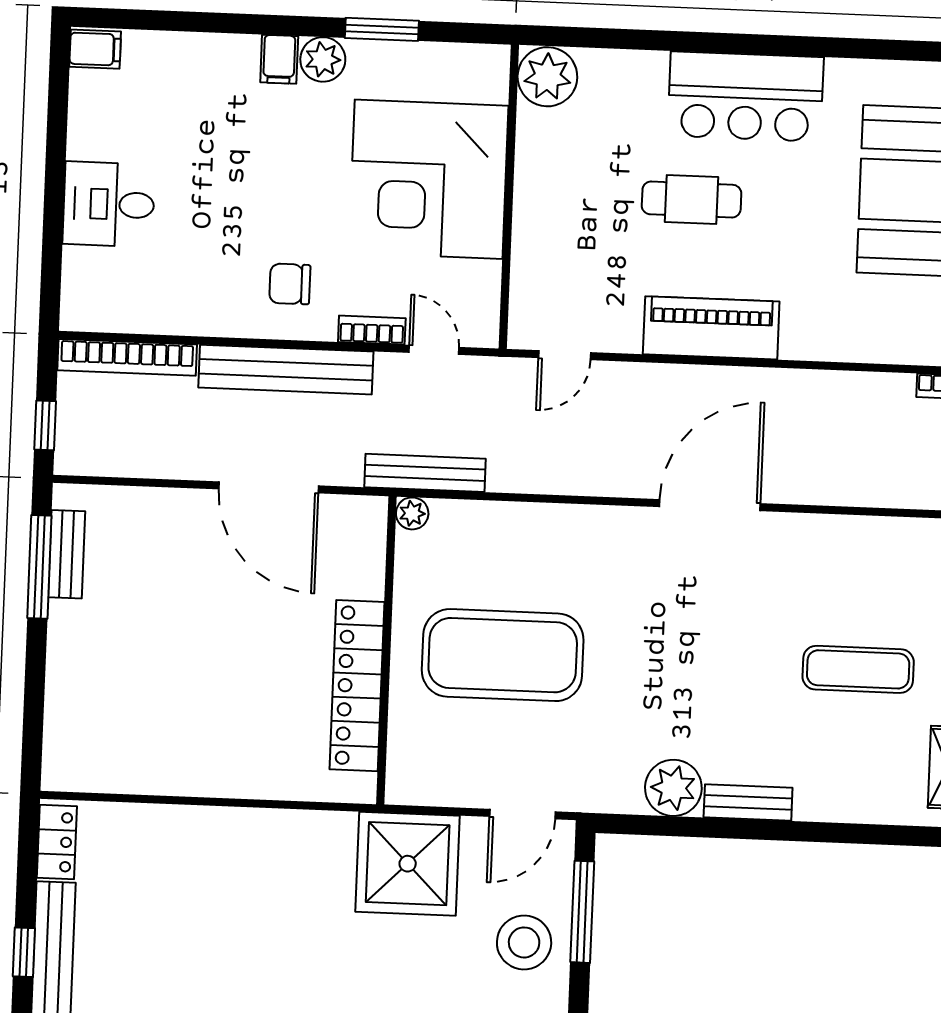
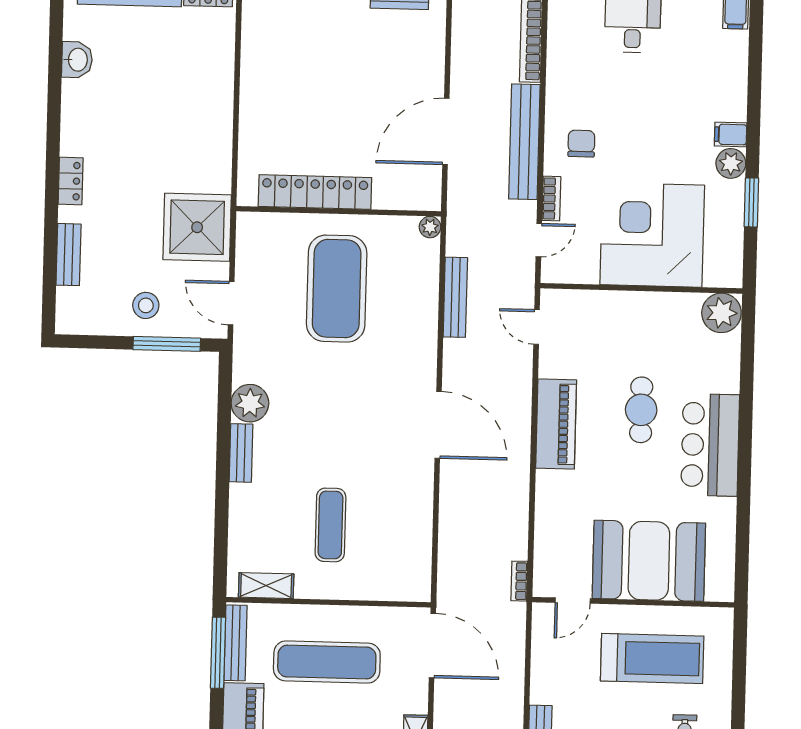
bench: (425, 473) -> (455, 297), moved
stool: (524, 942) -> (146, 305), width x0.73, depth x0.73

